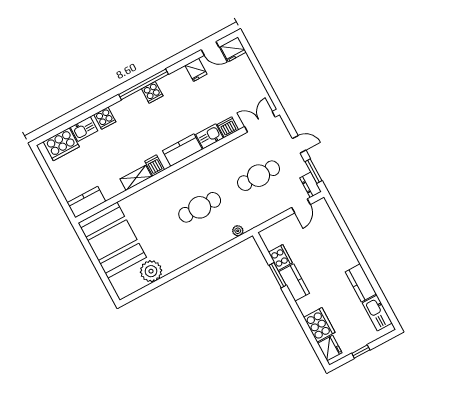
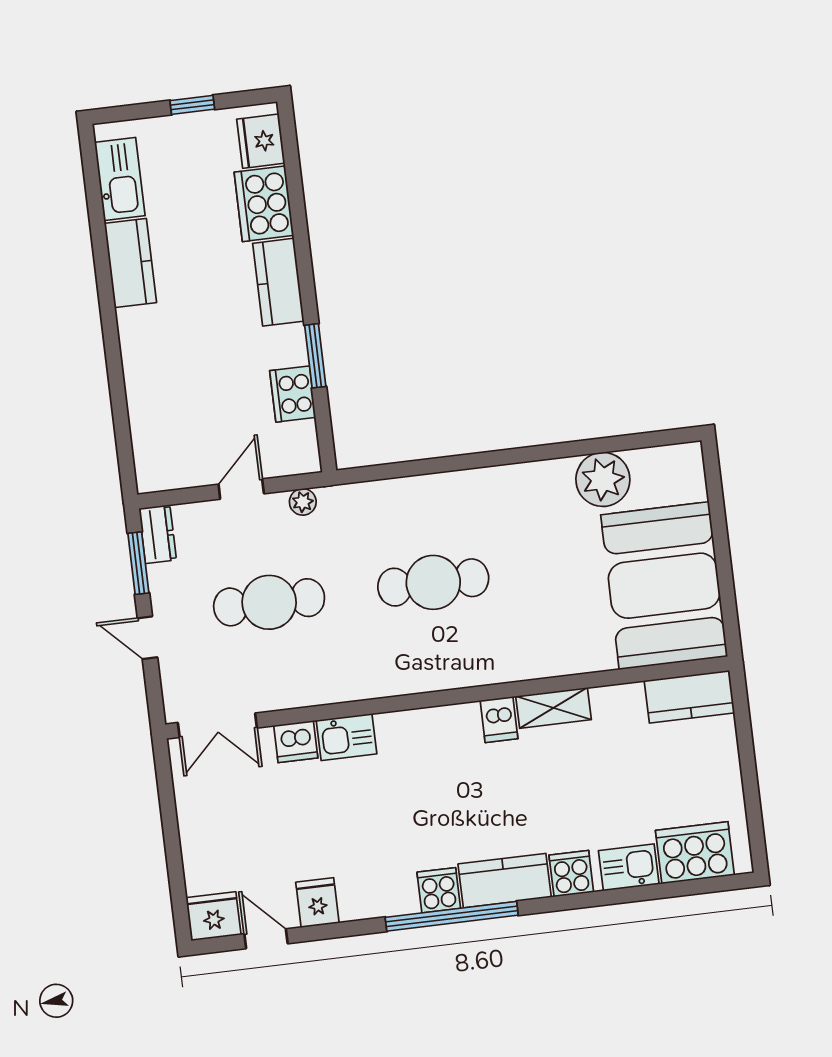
kitchen counter: (182, 150) -> (505, 881), moved, turned 180
door: (301, 206) -> (241, 489), moved
plant: (238, 231) -> (303, 502), moved
kitchen counter: (294, 282) -> (278, 282), moved

